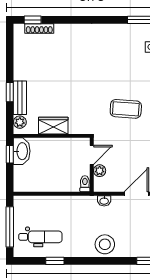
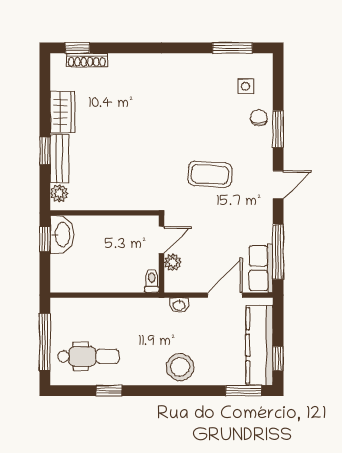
wardrobe: (53, 126) -> (62, 112), moved, turned 90

